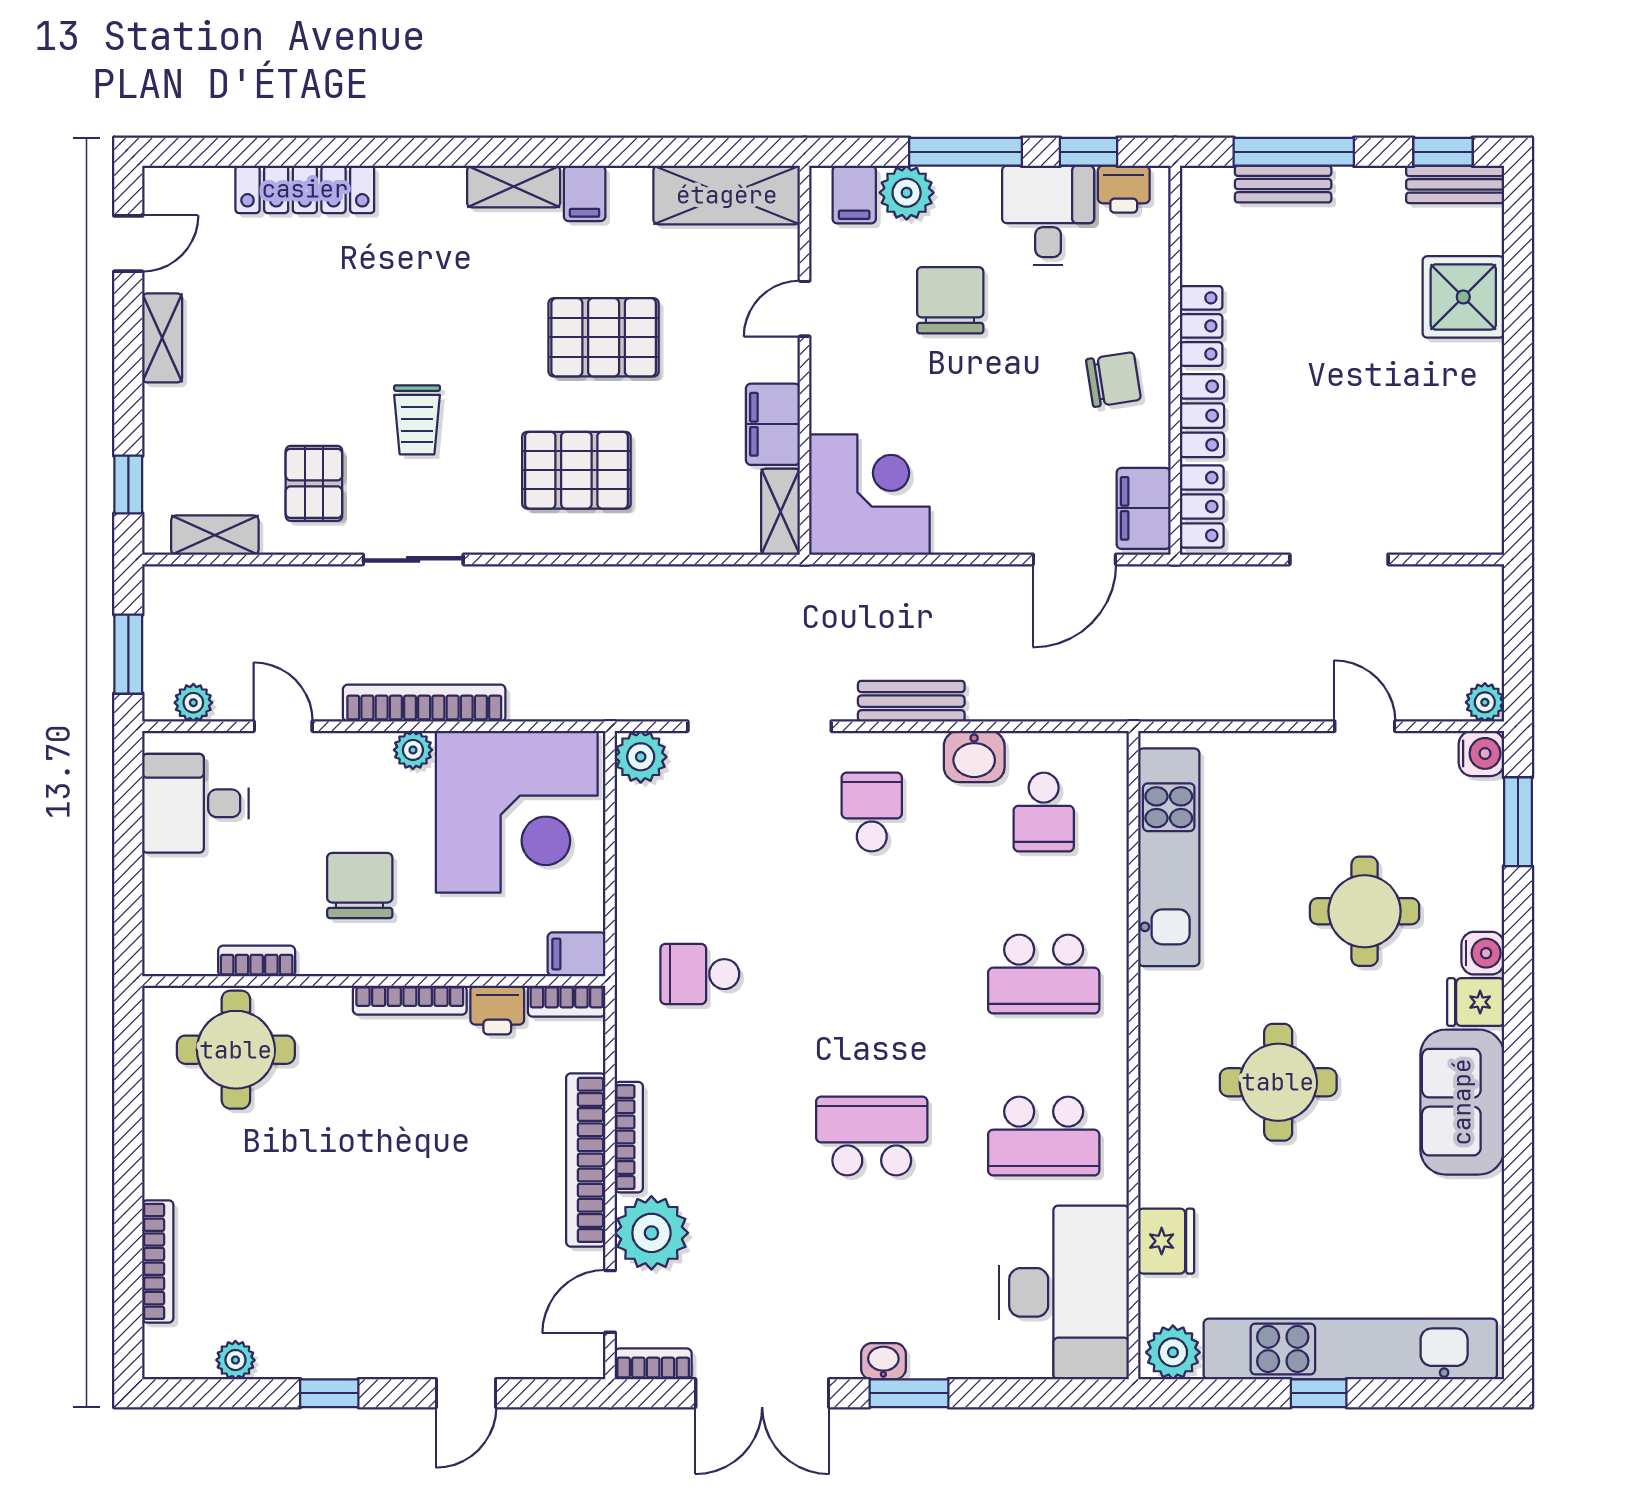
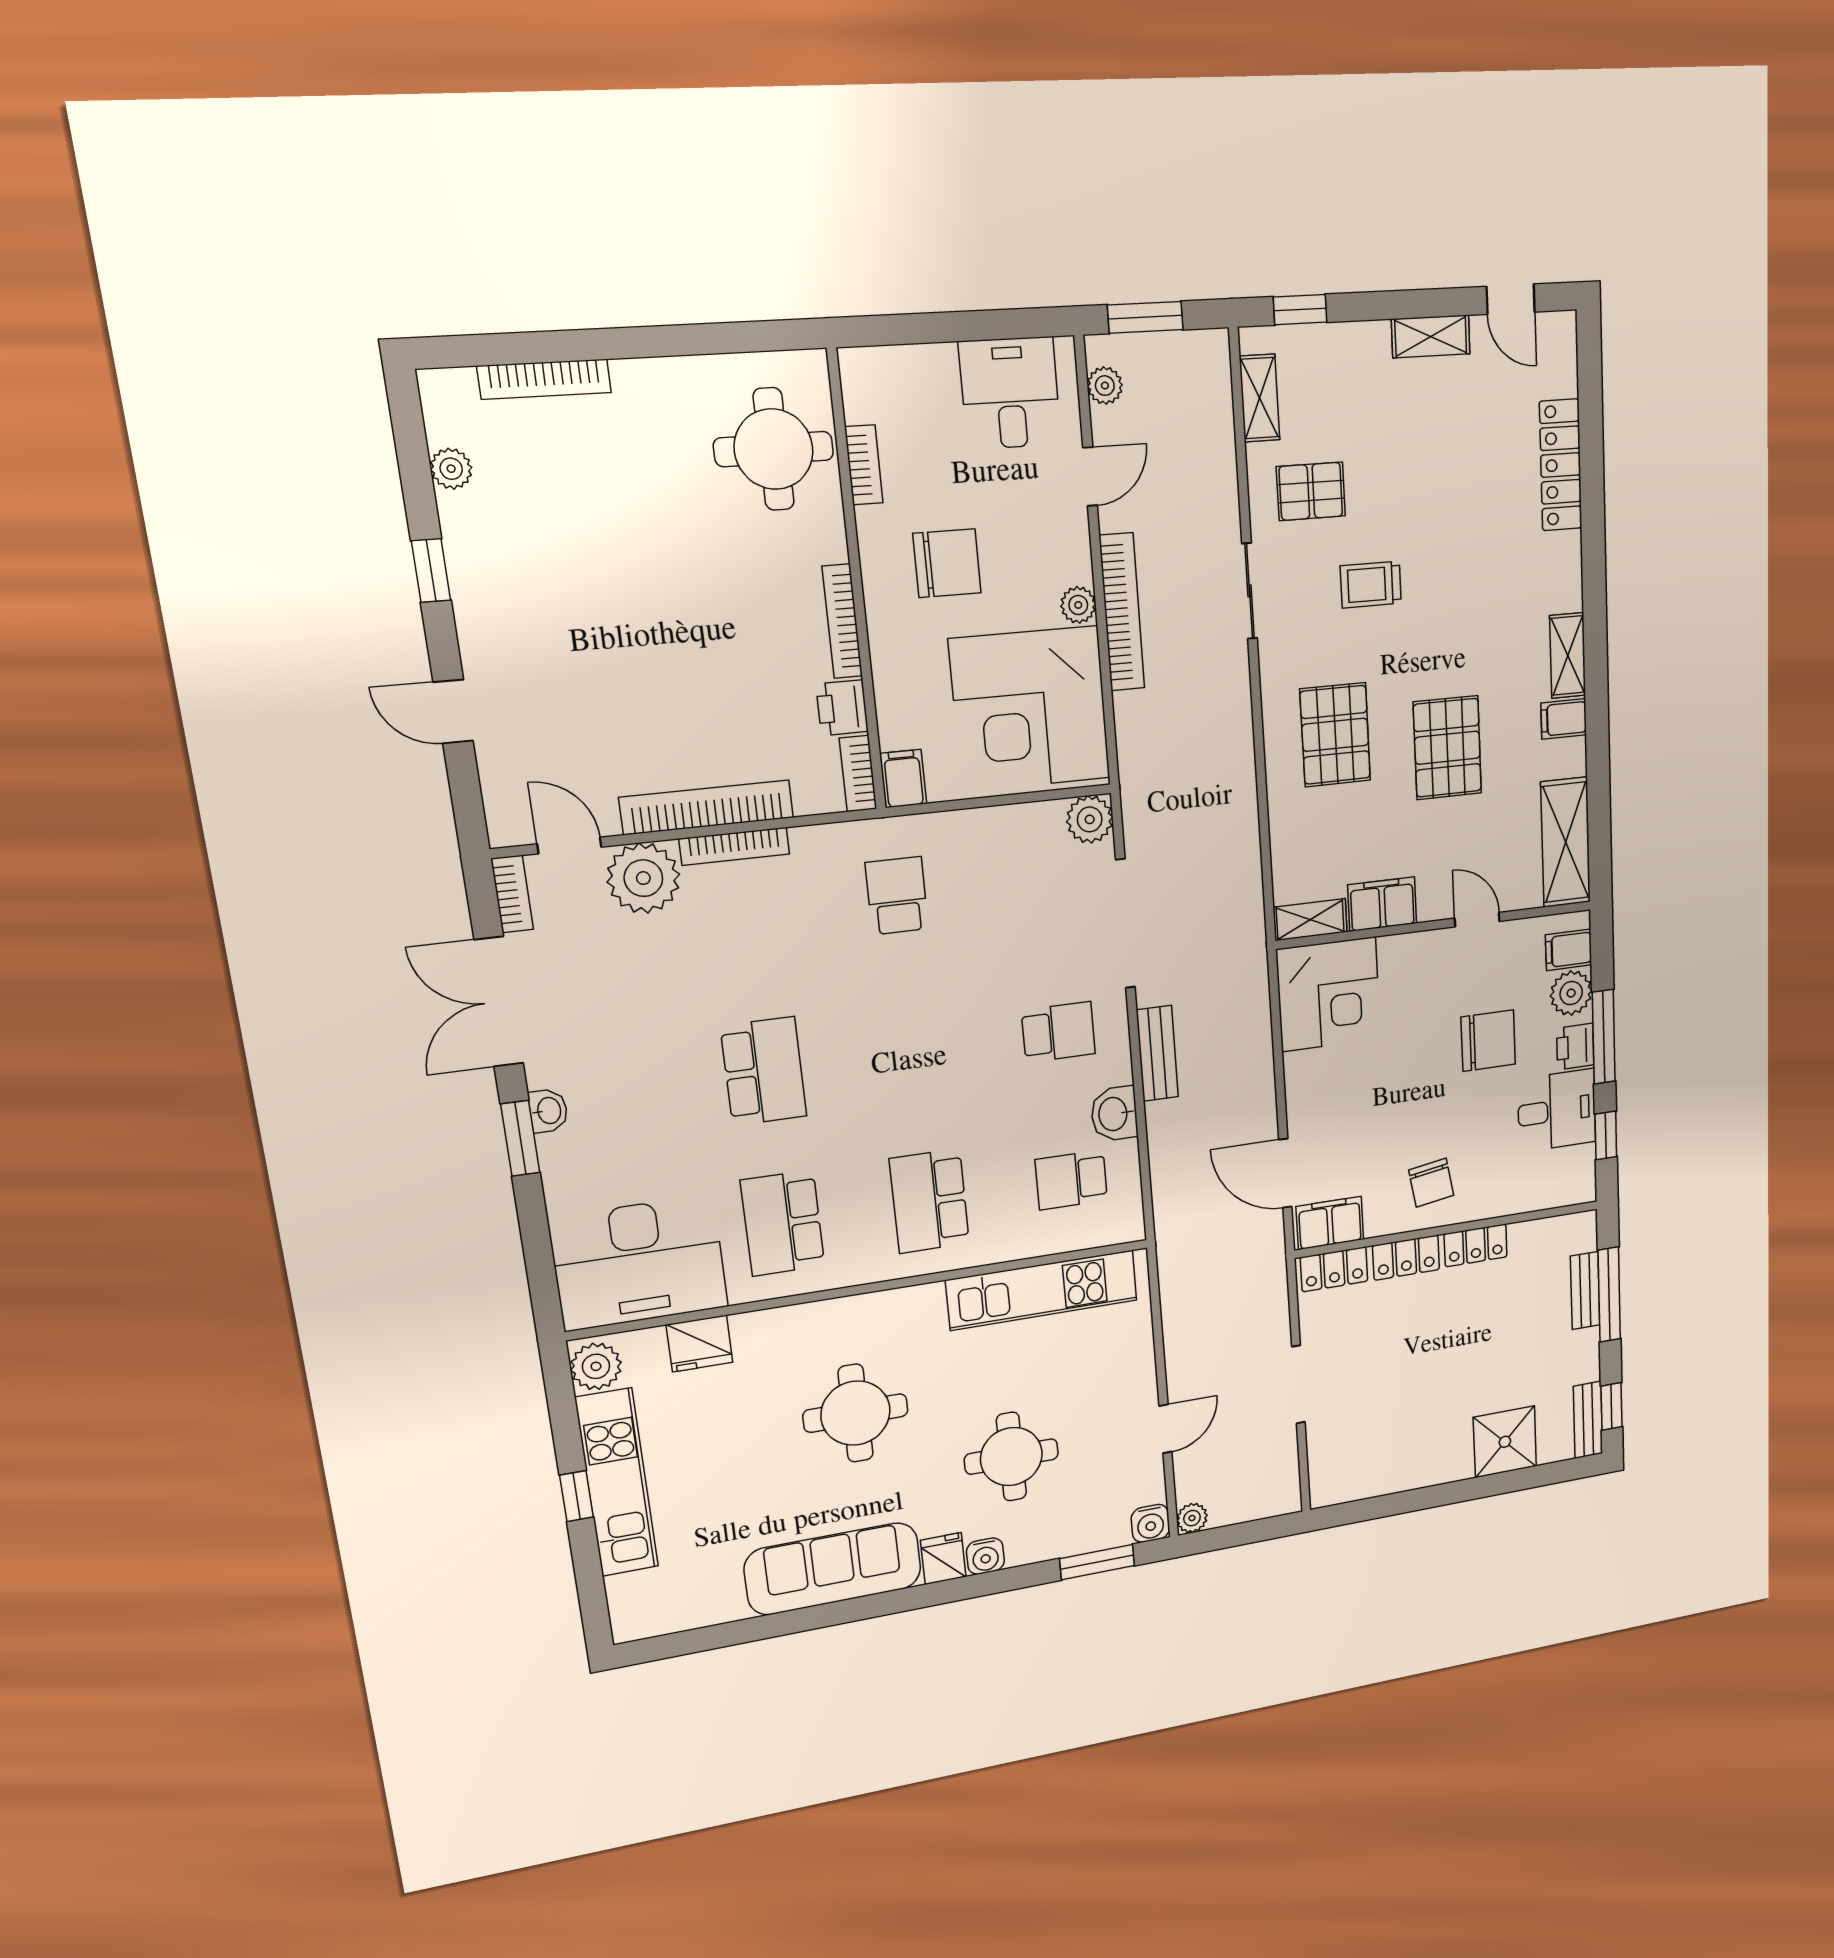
printer: (1124, 189) -> (1575, 1047), moved
sofa: (1462, 1102) -> (833, 1569), width x1.36
kitchen unit: (1350, 1349) -> (617, 1483), width x0.73

